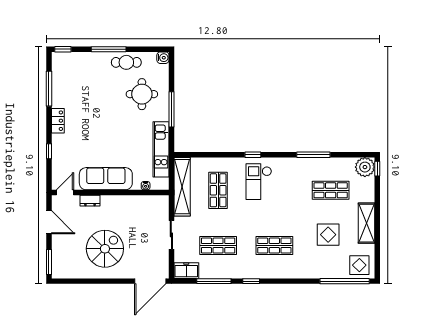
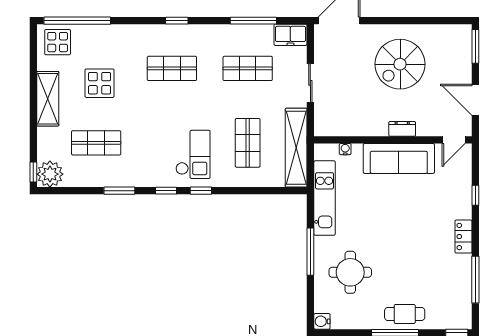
cafe table: (126, 62) -> (405, 314), moved
window: (279, 155) -> (166, 191), added
window: (313, 155) -> (119, 191), width x0.69
dresser: (90, 201) -> (402, 129), moved
window: (251, 281) -> (177, 21), moved

